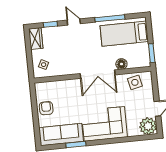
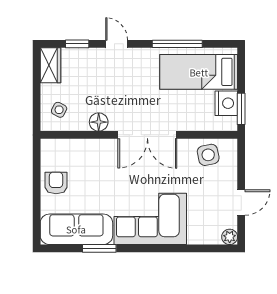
nightstand: (143, 51) -> (226, 103), added
floor lamp: (121, 64) -> (99, 122), moved
plant: (148, 126) -> (230, 237), width x0.53, depth x0.53

